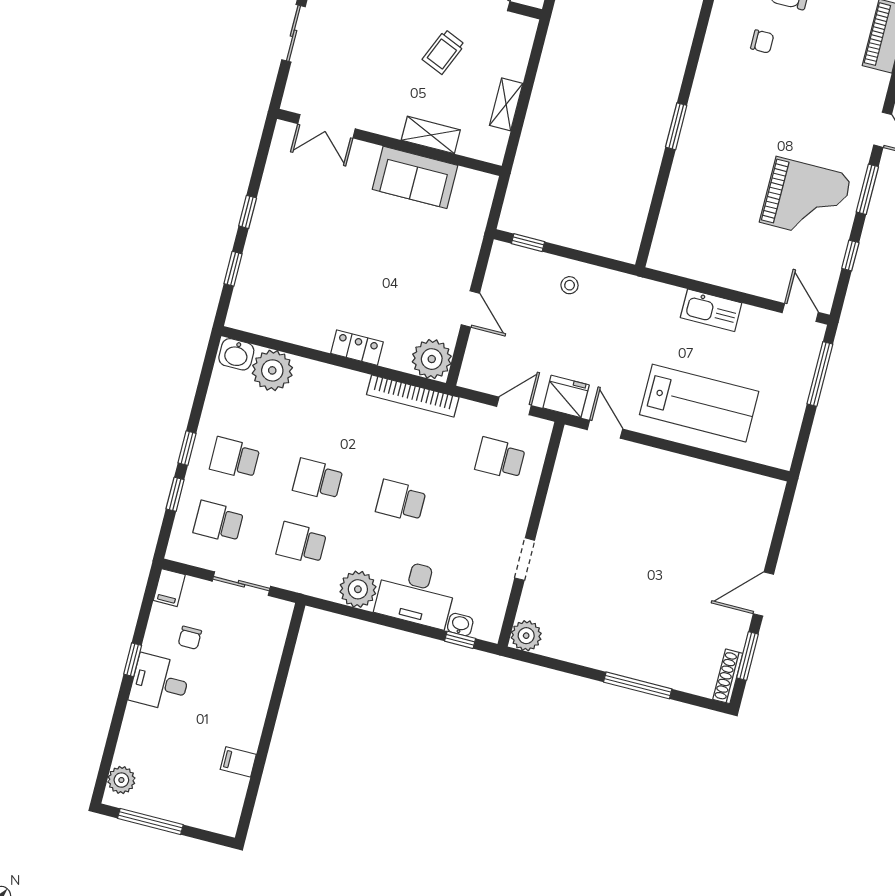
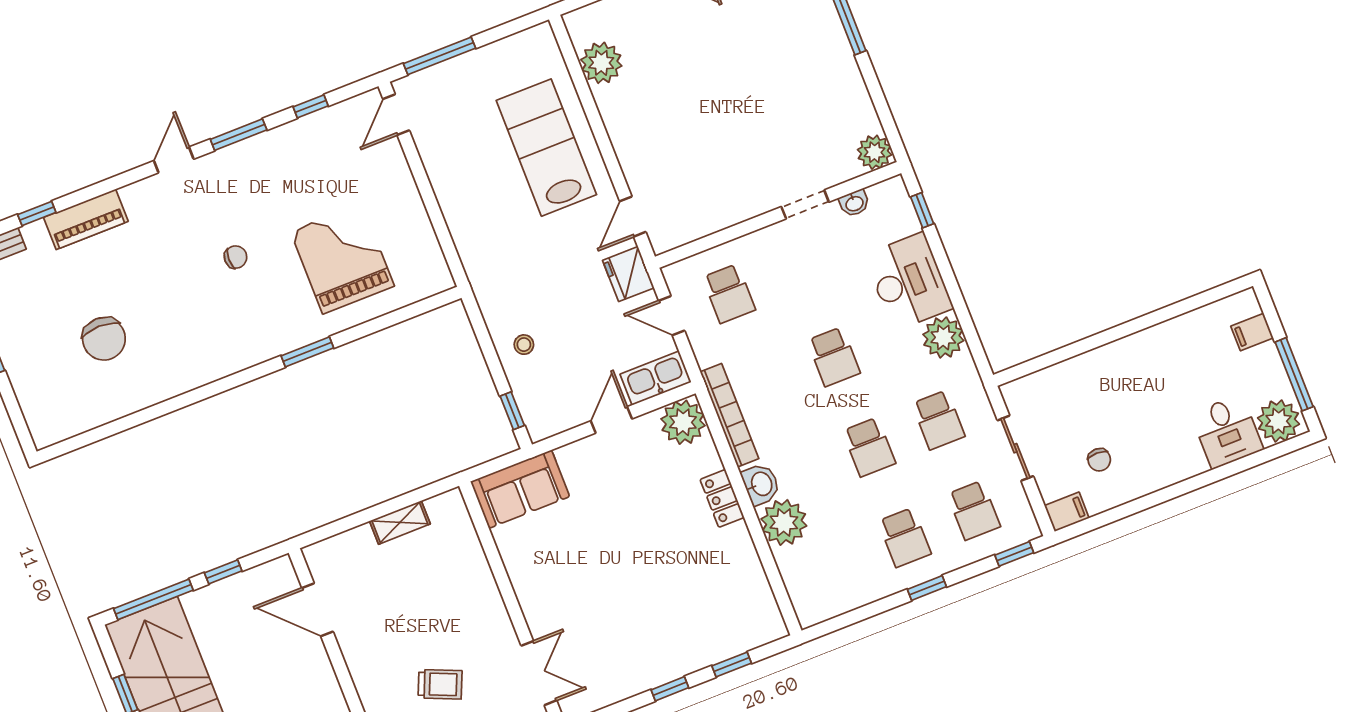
chair: (762, 42) -> (236, 257), moved, turned 91
trolley: (443, 52) -> (440, 684), moved
shelving: (431, 135) -> (478, 571), removed
sofa: (415, 177) -> (520, 489), moved, turned 90
grand piano: (806, 199) -> (342, 259), moved
kitchen sink: (711, 310) -> (656, 378), moved, turned -90
washbasin: (236, 354) -> (761, 484), moved
plant: (272, 370) -> (784, 522), moved
plant: (731, 486) -> (601, 63), added
window: (175, 494) -> (1014, 554), moved
washbasin: (460, 625) -> (854, 203), moved, turned -90
chair: (190, 638) -> (1099, 460), turned 90
window: (133, 660) -> (1157, 498), removed
desk: (160, 683) -> (1227, 432), moved
filing cabinet: (238, 762) -> (1252, 332), moved, turned 90
plant: (121, 780) -> (1278, 421), width x1.36, depth x1.36

